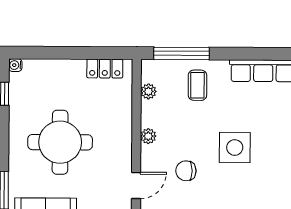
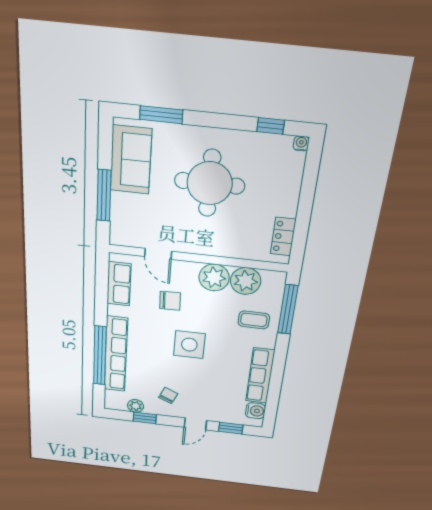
plant: (148, 91) -> (246, 281), width x1.88, depth x1.88
plant: (148, 136) -> (214, 278), width x1.88, depth x1.88
chair: (186, 171) -> (170, 301), turned 88

